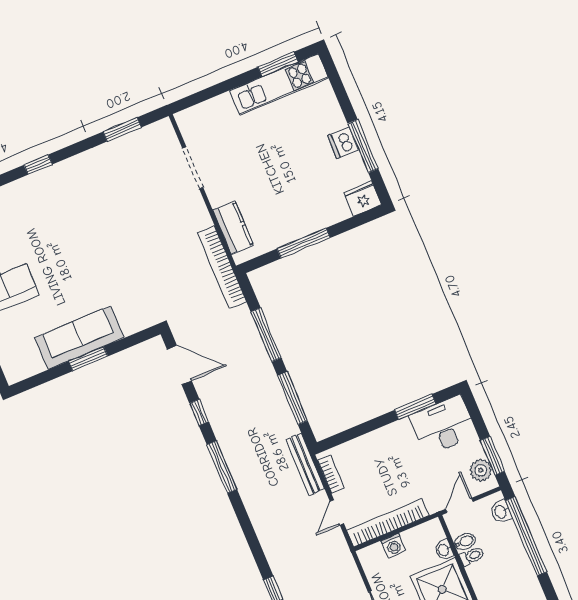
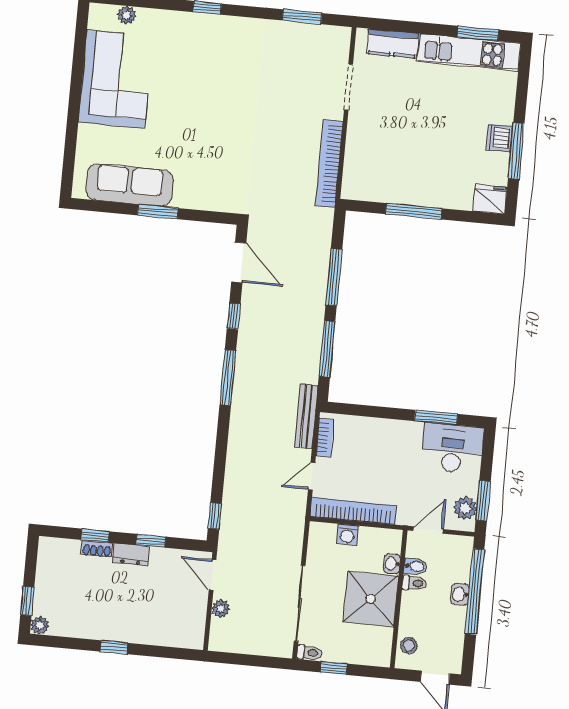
kitchen counter: (233, 228) -> (393, 44), moved, turned 90
bookcase: (222, 267) -> (329, 164), moved
sofa: (79, 338) -> (130, 185), moved
washbasin: (501, 512) -> (460, 594), moved

